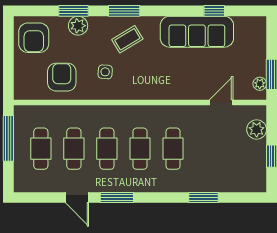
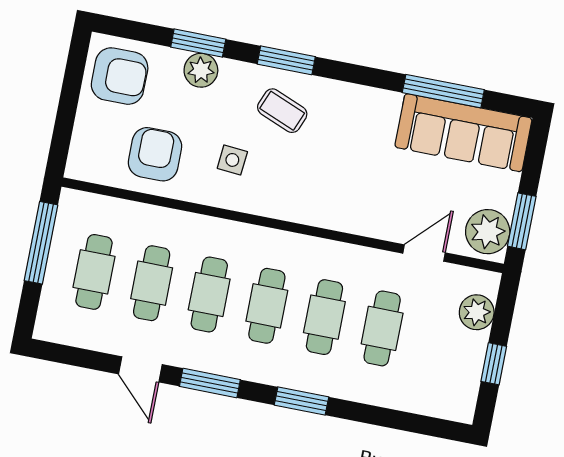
window: (214, 11) -> (443, 91), width x2.17
sofa: (197, 32) -> (463, 133), moved
armchair: (34, 38) -> (120, 76), turned -90
coffee table: (127, 39) -> (282, 111), turned 53
plant: (260, 84) -> (488, 232), width x1.87, depth x1.87
cafe table: (206, 149) -> (382, 328), added
window: (203, 197) -> (302, 401), moved

